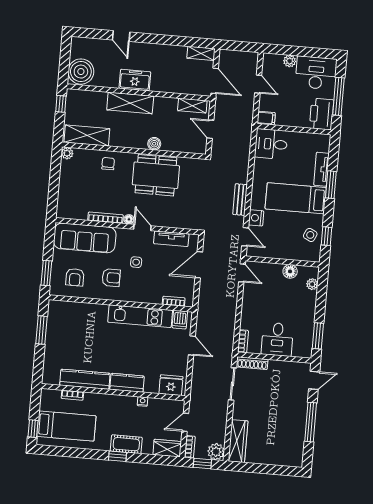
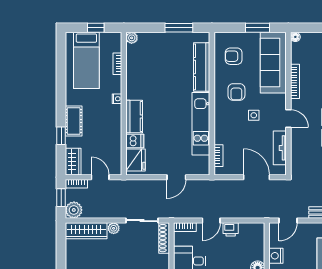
nightstand: (256, 218) -> (276, 256), moved, turned -90
floor lamp: (129, 219) -> (295, 37), moved
door: (142, 228) -> (288, 119), hinge flipped
window: (46, 273) -> (258, 28), moved
door: (242, 273) -> (211, 221), moved
printer: (249, 295) -> (231, 229), added
dishwasher: (180, 320) -> (135, 141), moved, turned 180
plant: (48, 378) -> (132, 38), added
kitchen counter: (85, 379) -> (202, 67), moved, turned 180
nightstand: (143, 401) -> (117, 99), moved
plant: (238, 413) -> (114, 228), added
window: (33, 429) -> (96, 28), moved
window: (117, 456) -> (61, 136), moved

